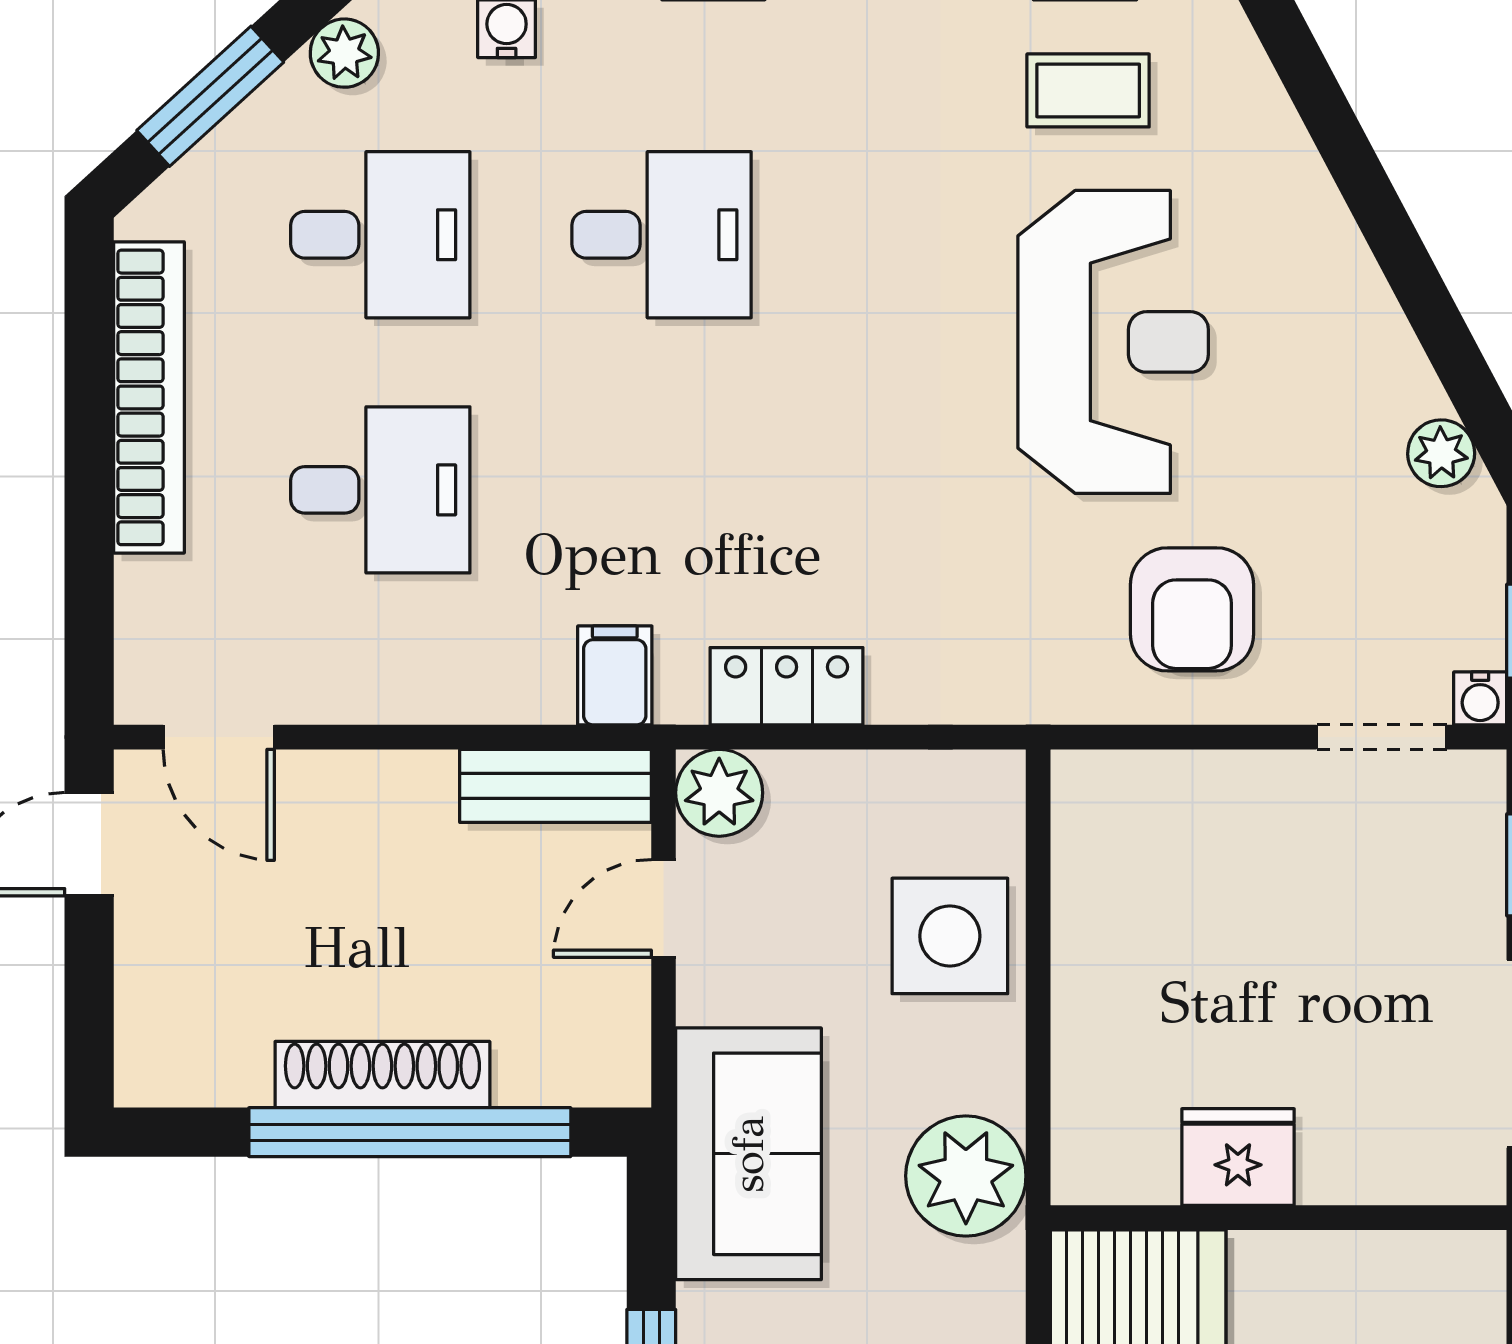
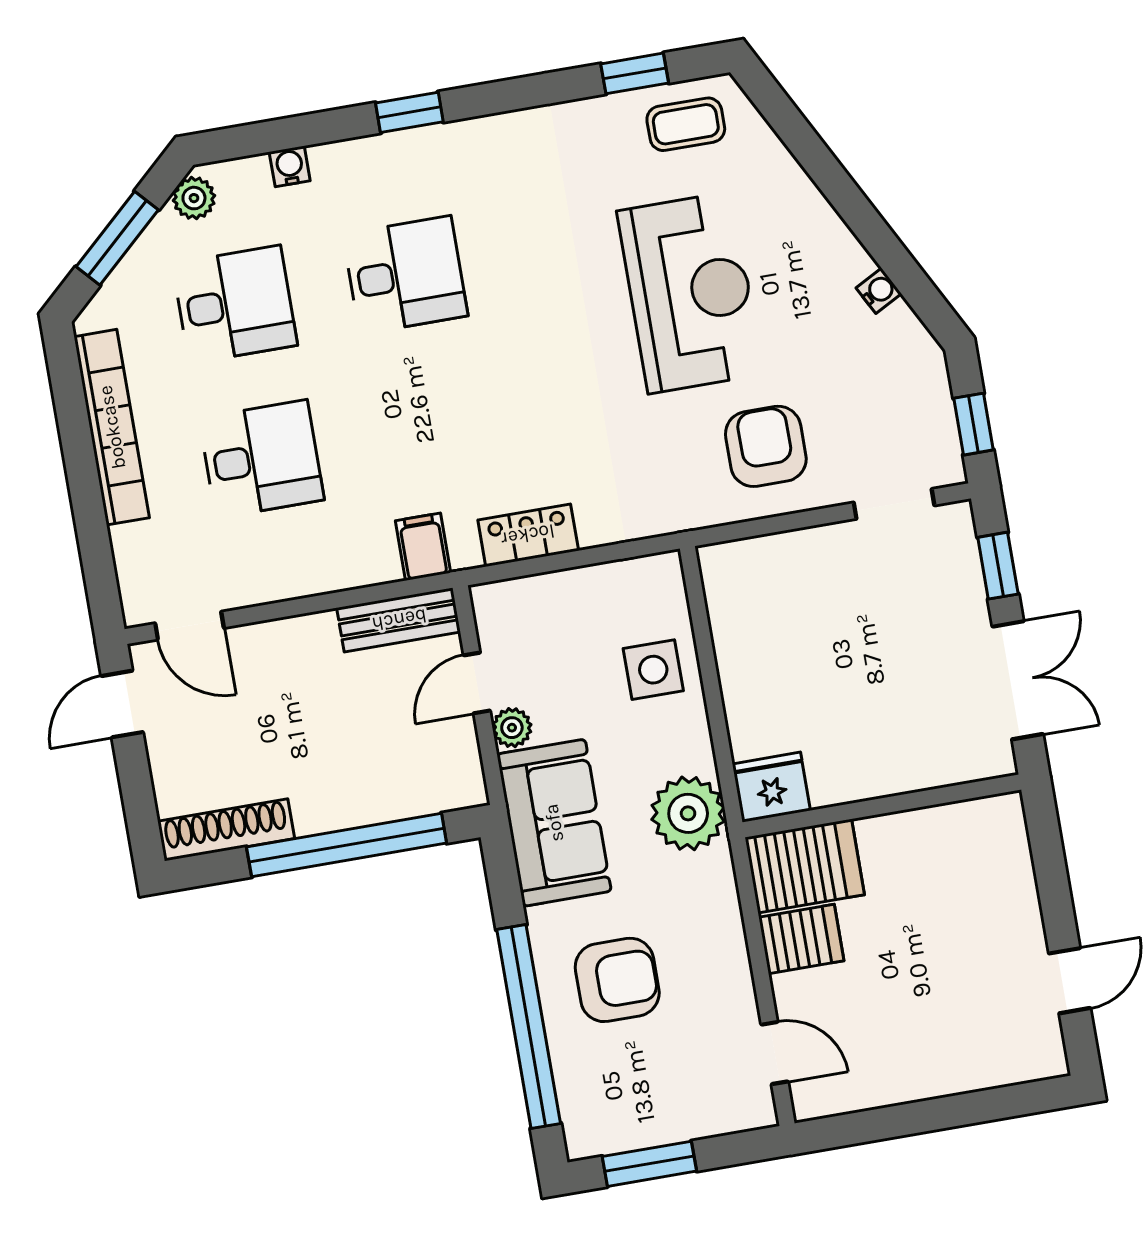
coffee table: (1088, 90) -> (686, 124), moved
plant: (1441, 453) -> (900, 326), removed
armchair: (1192, 609) -> (766, 446), turned 180
water cooler: (1480, 698) -> (879, 291), moved, turned -118
plant: (719, 793) -> (512, 728), moved, width x0.73, depth x0.73
side table: (950, 936) -> (653, 670), width x0.73, depth x0.73
shoe rack: (382, 1075) -> (226, 830), moved
fridge: (1238, 1157) -> (771, 787), moved

